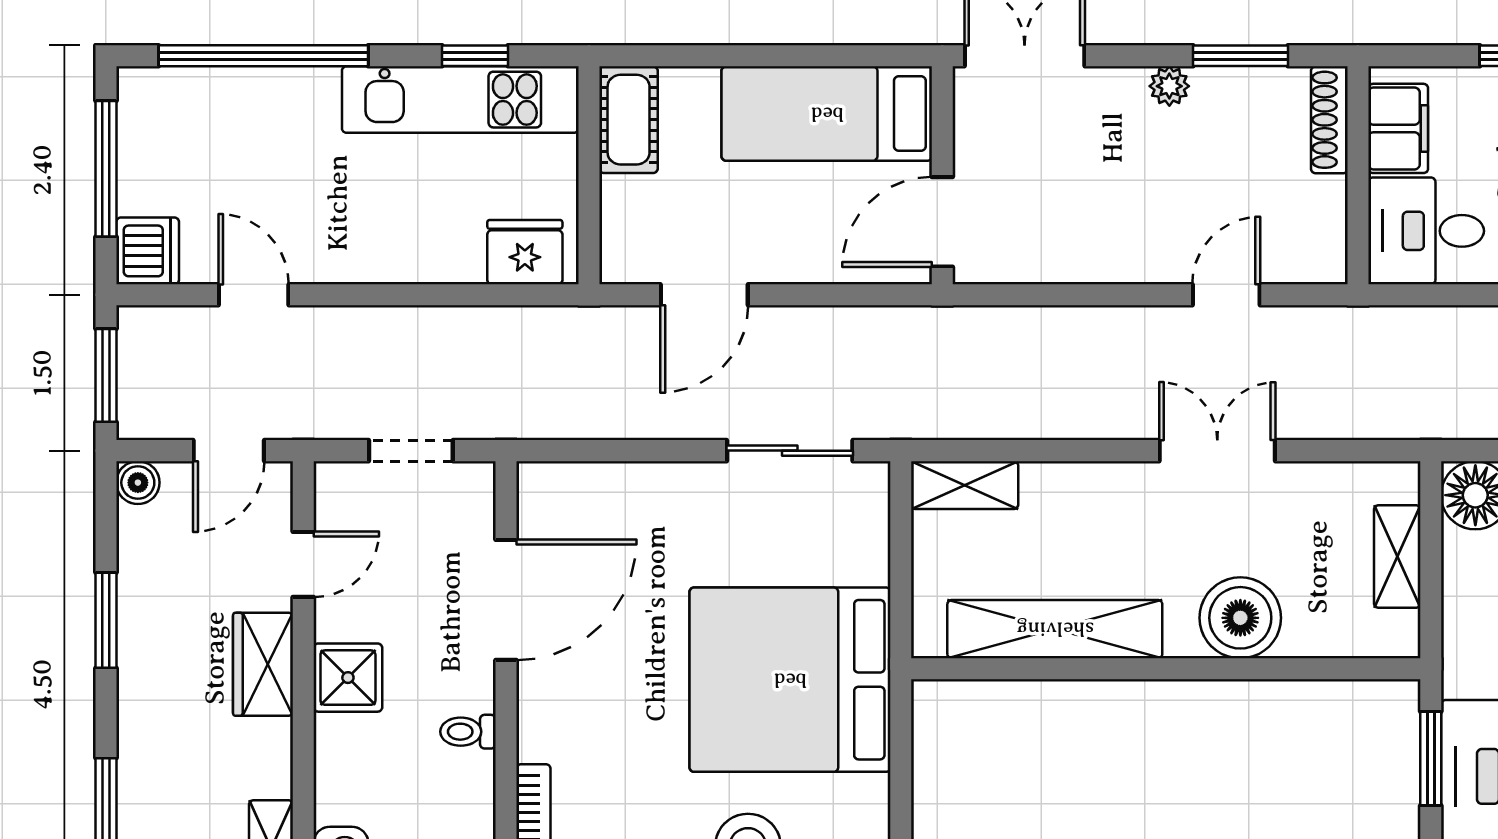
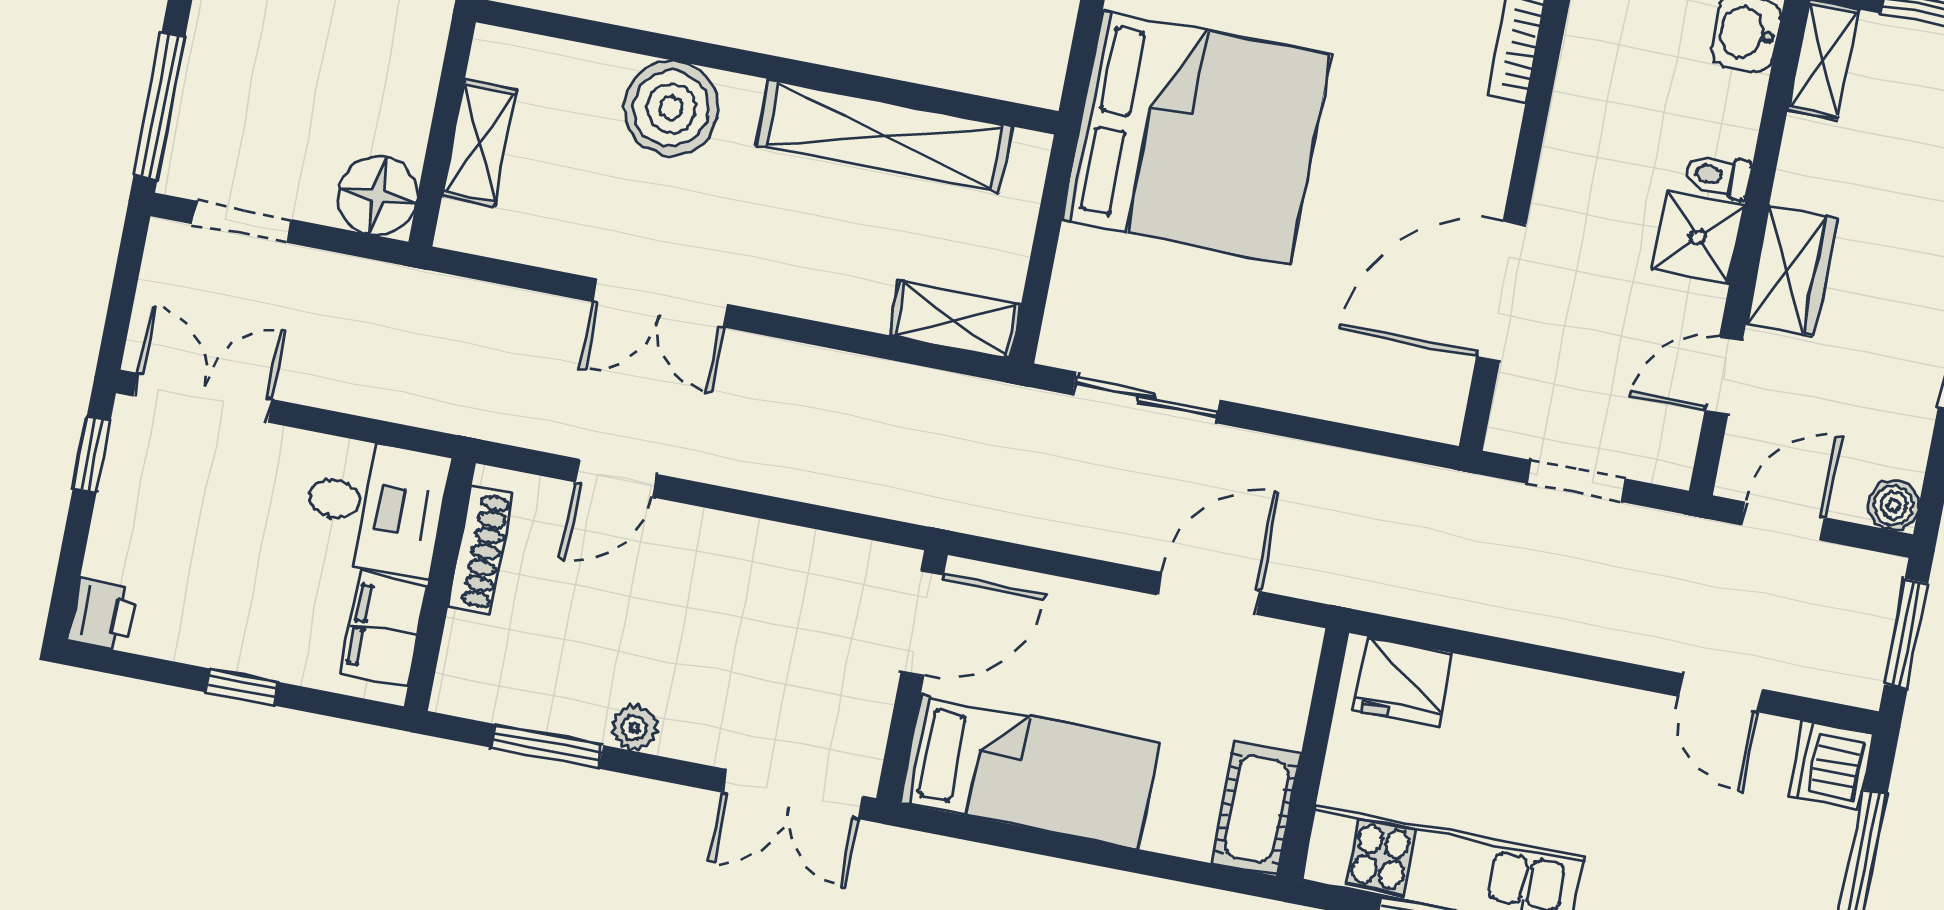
shoe rack: (1329, 120) -> (480, 550), moved
toilet: (468, 732) -> (1718, 176), moved, turned 180

